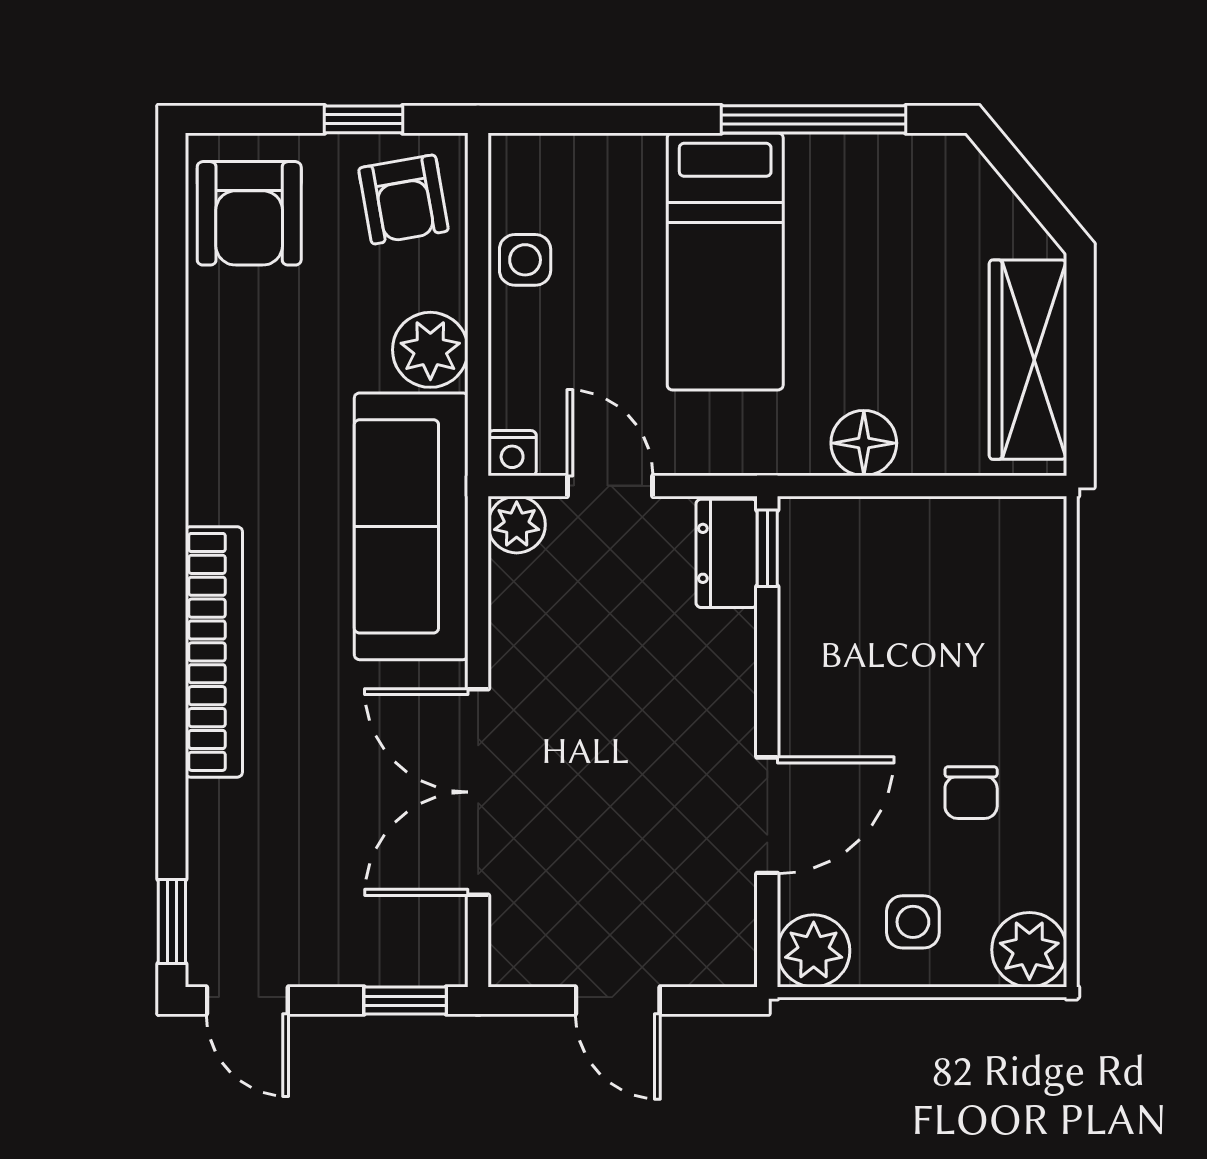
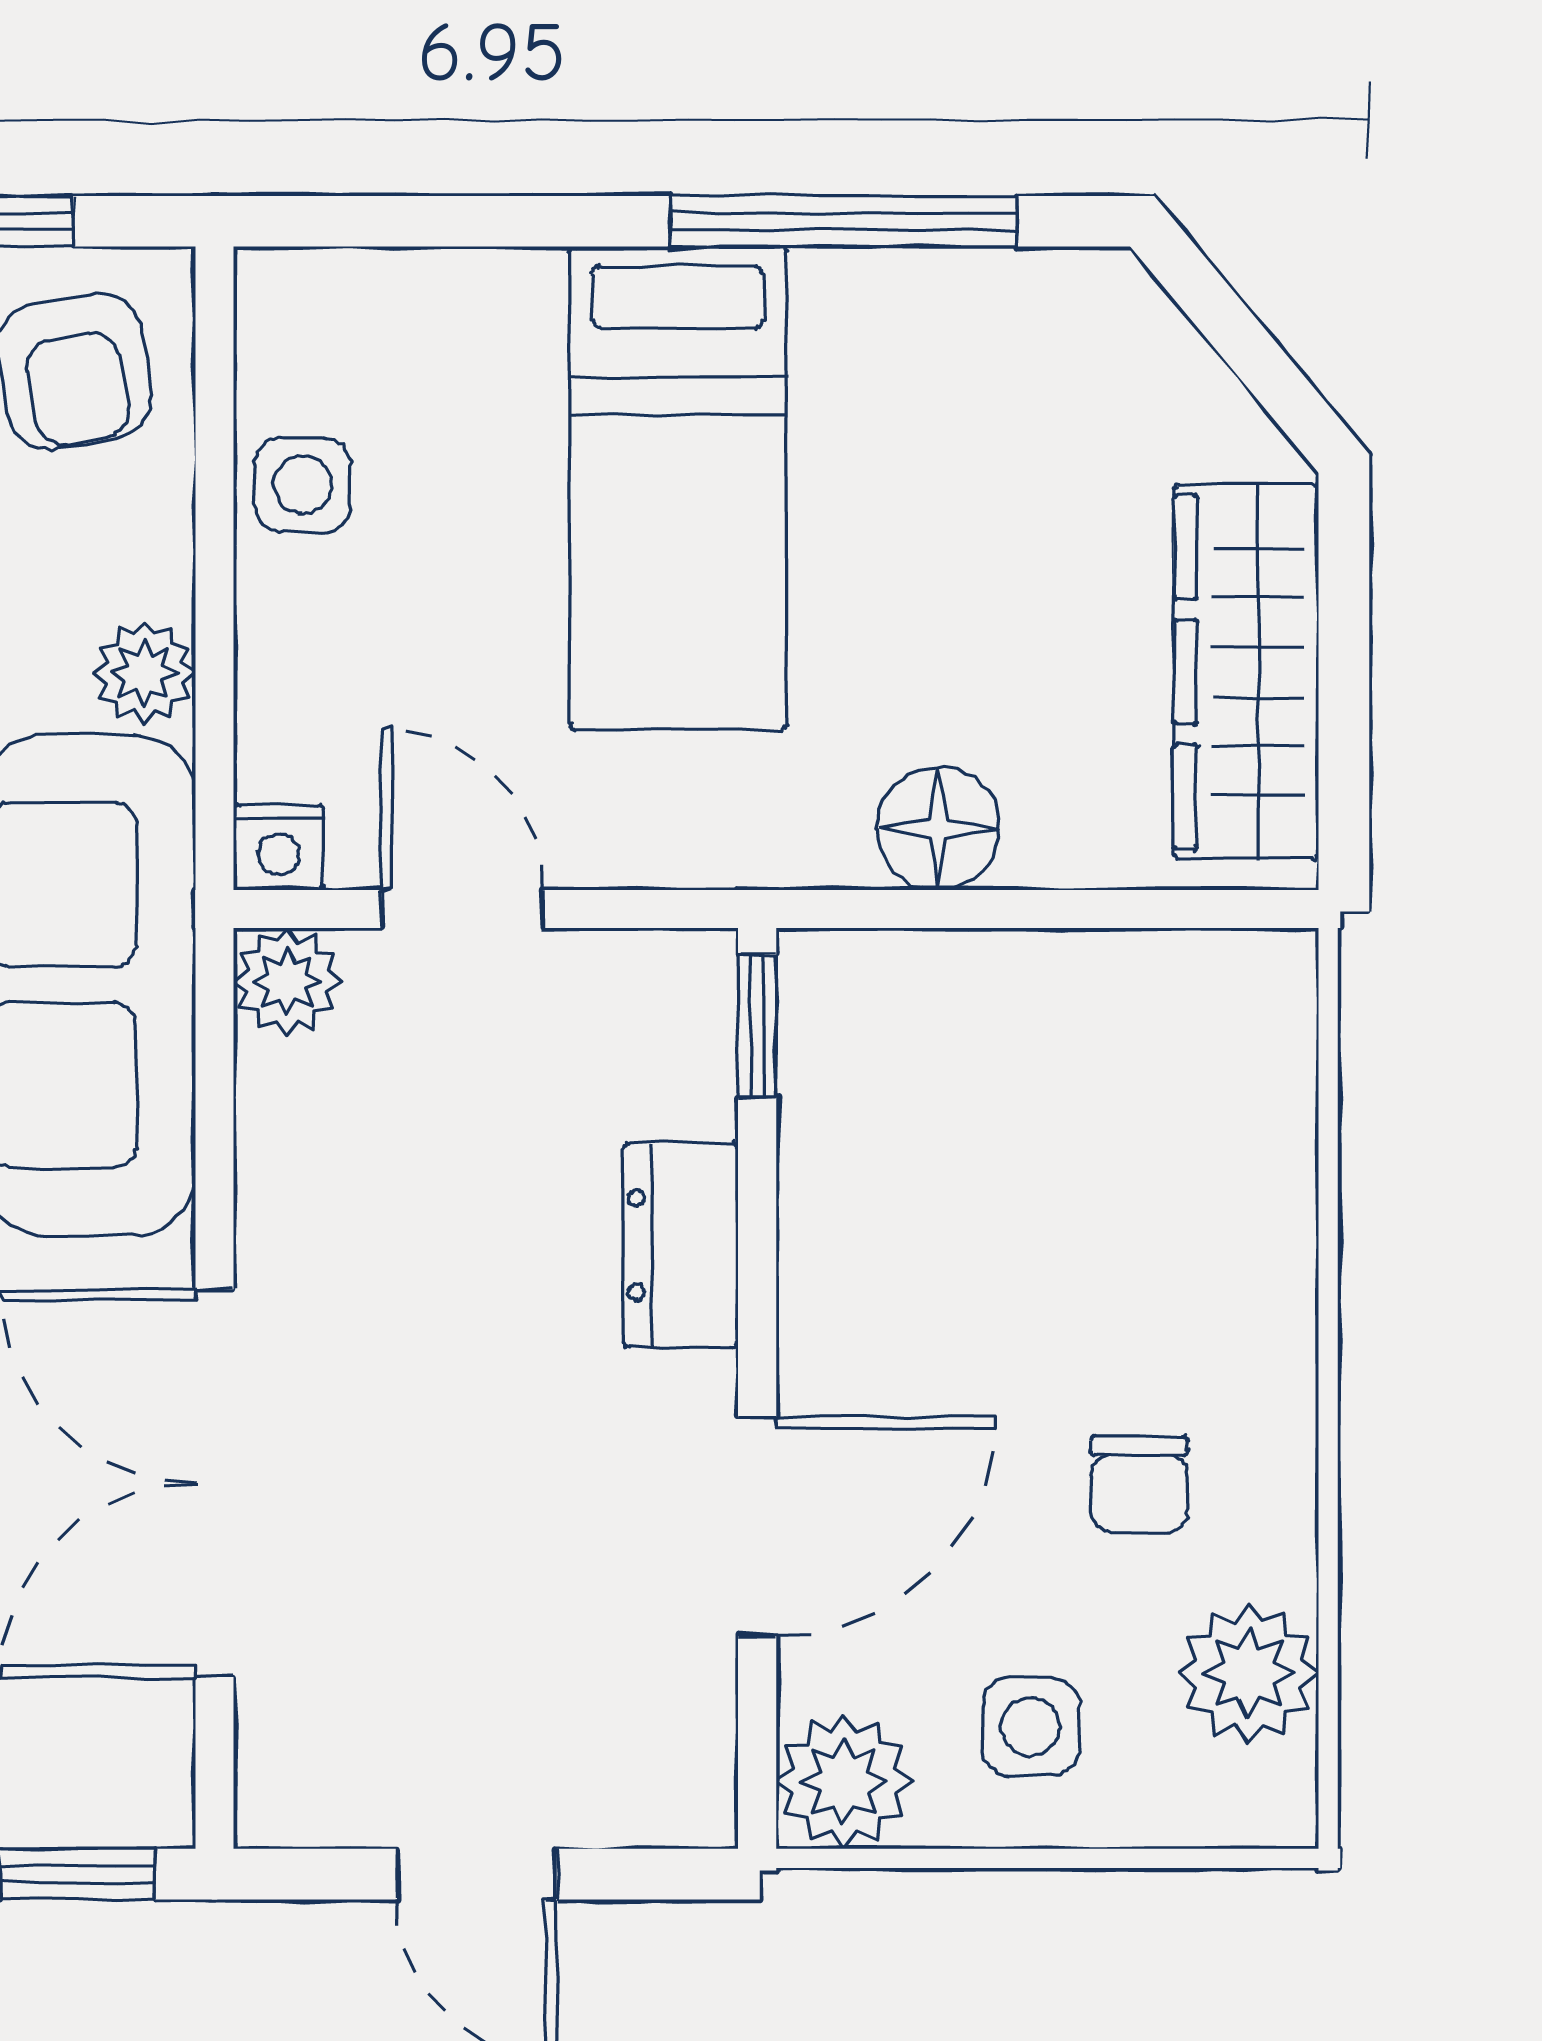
plant: (430, 350) -> (144, 673), width x0.73, depth x0.73
dresser: (727, 553) -> (681, 1245), moved
plant: (1029, 950) -> (1249, 1674), moved

